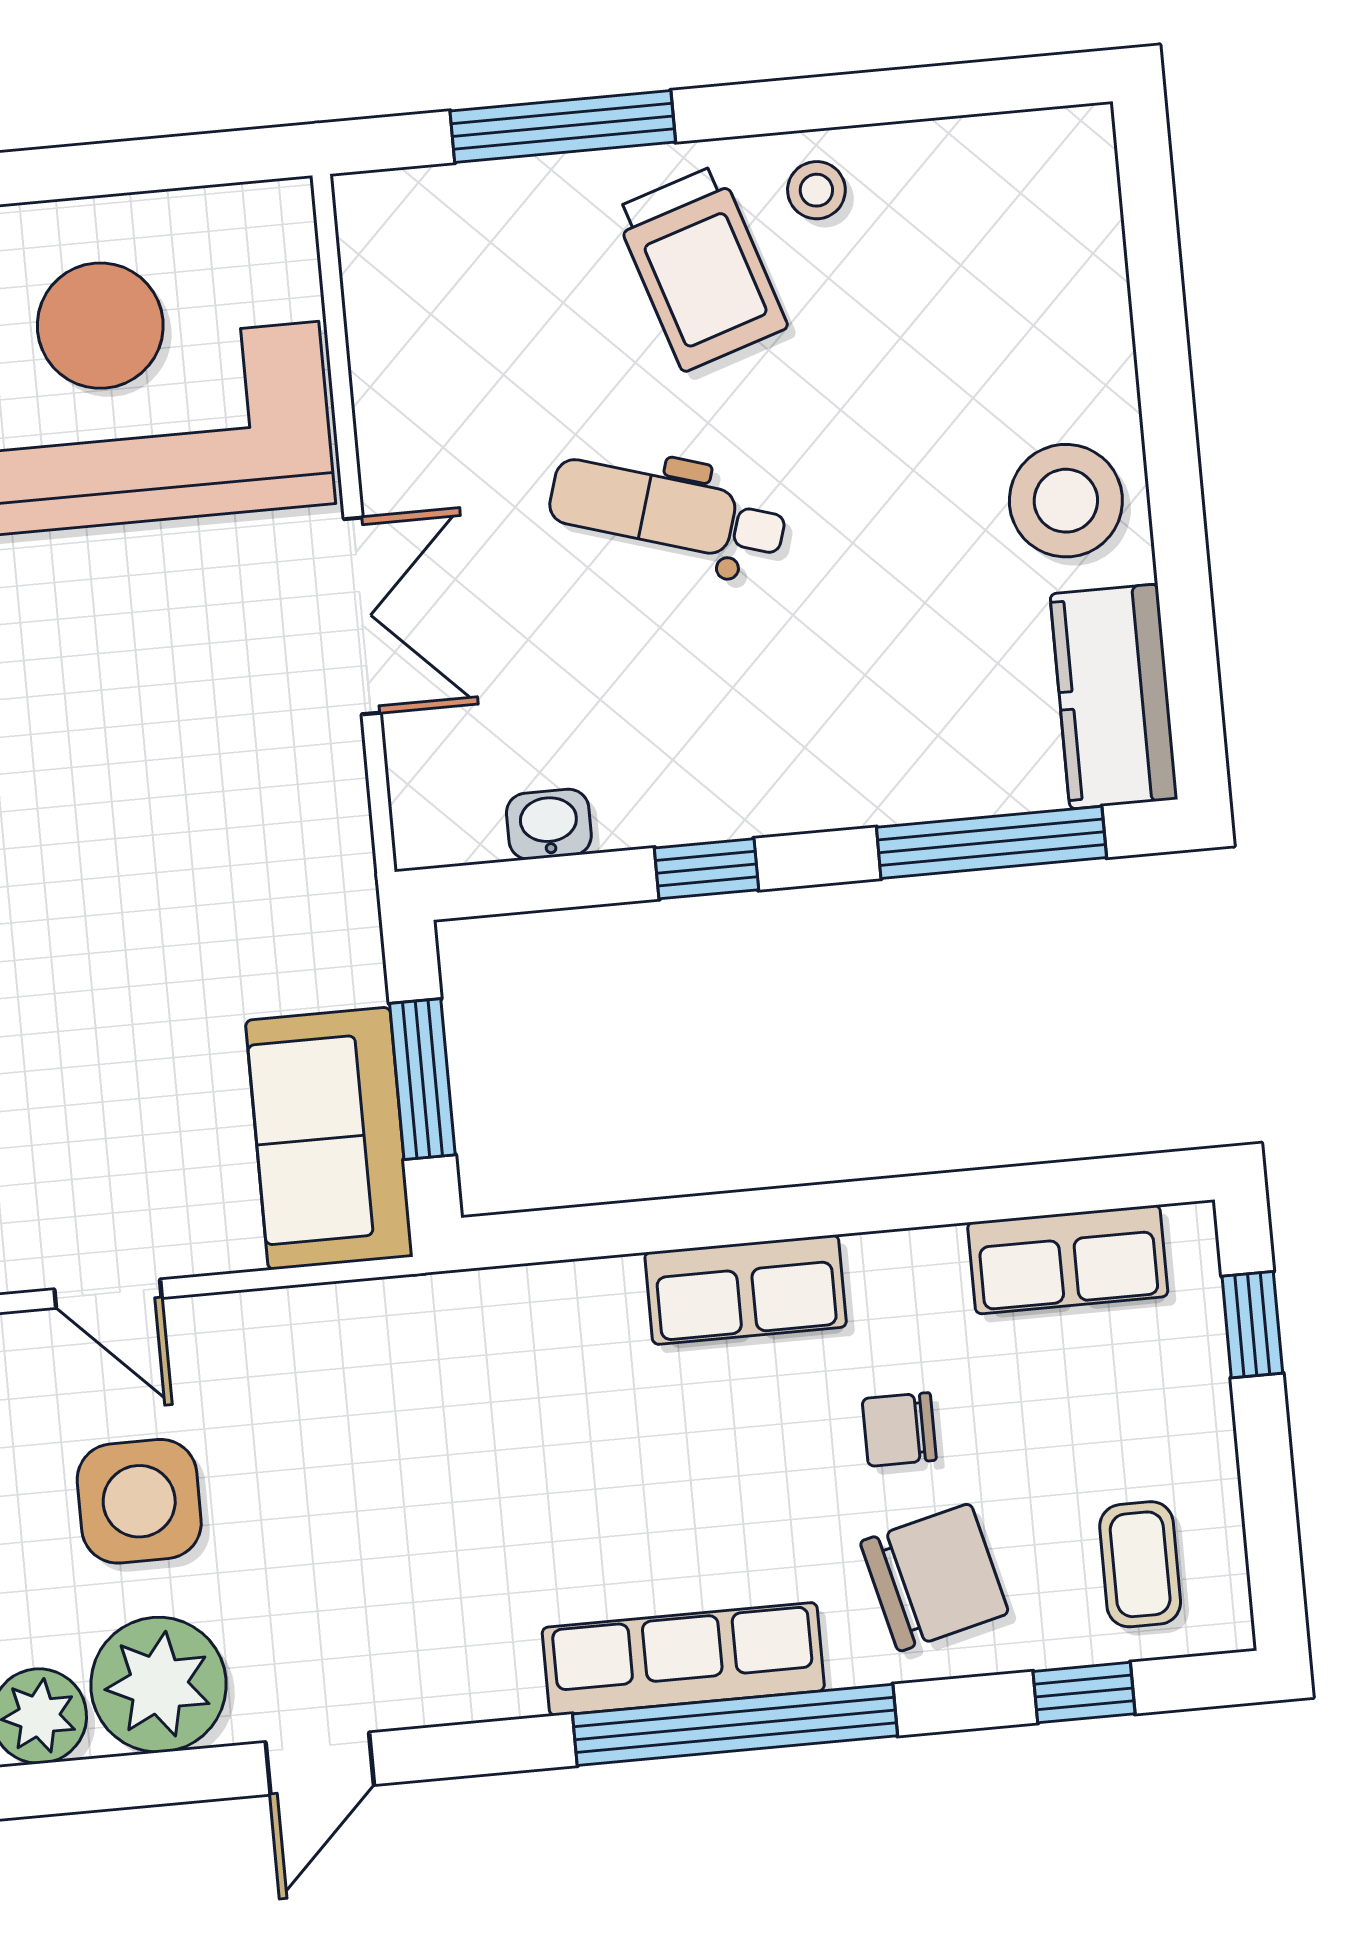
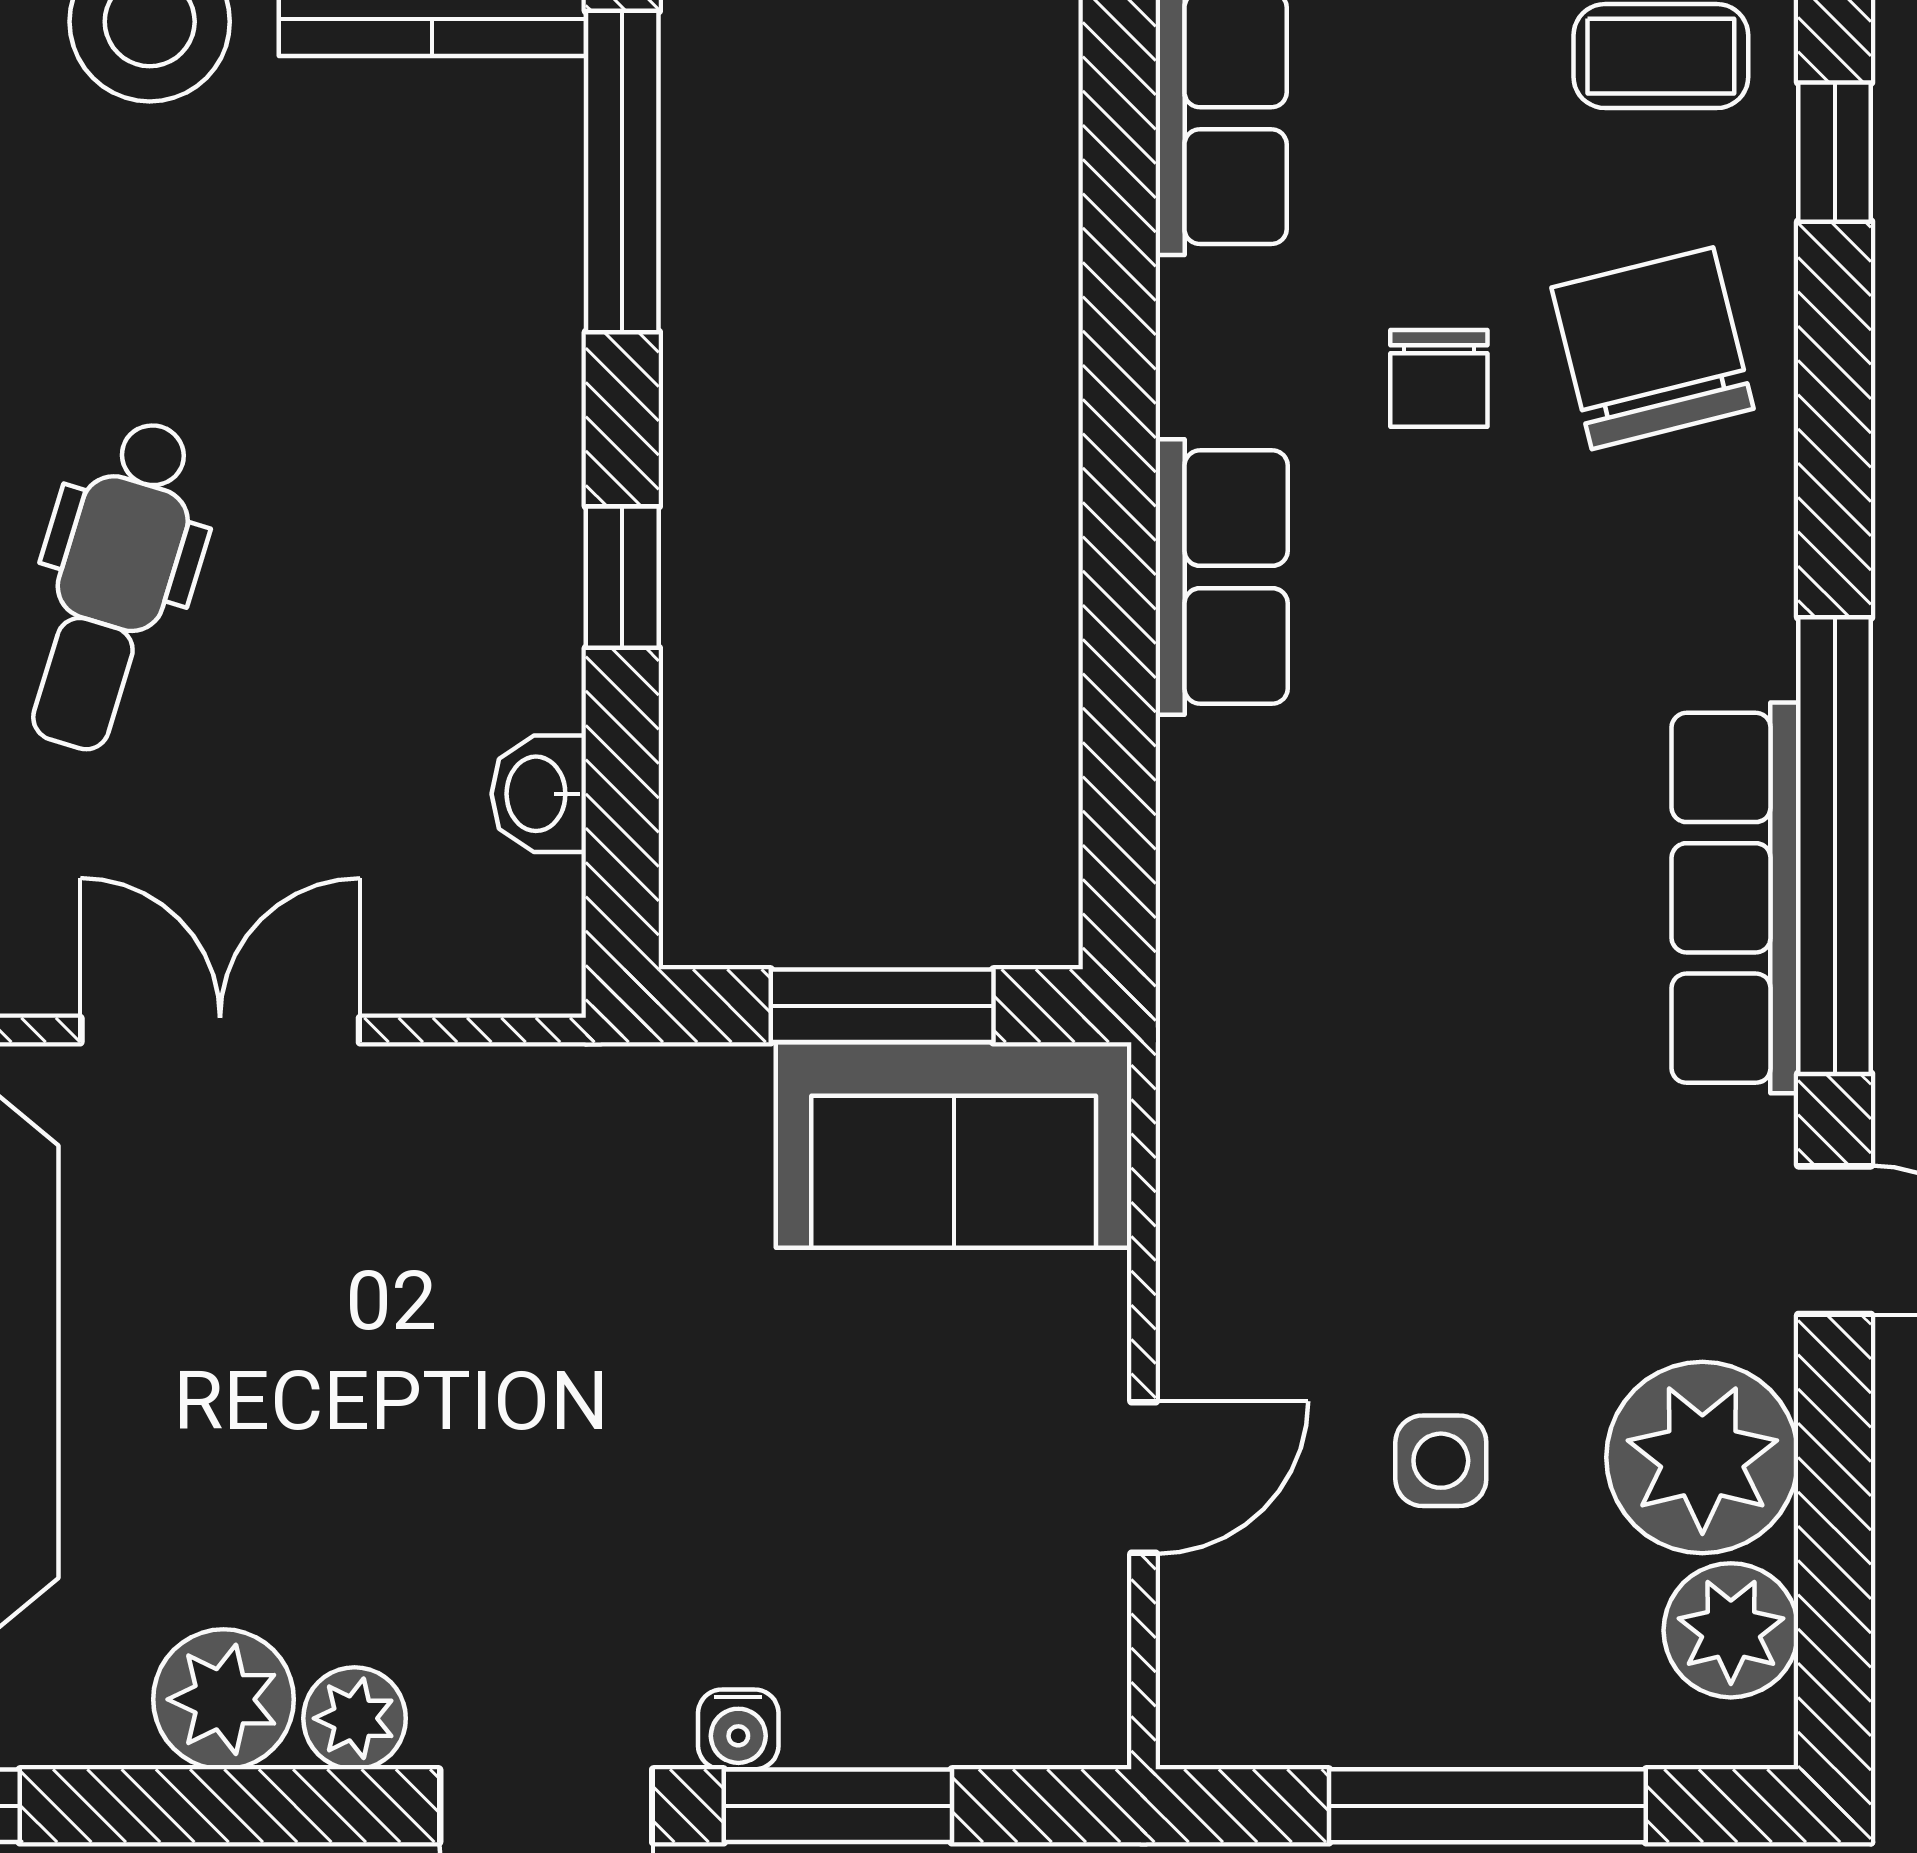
side table: (139, 1501) -> (1441, 1461), width x0.54, depth x0.54
row of seats: (683, 1659) -> (1735, 898), moved
window: (735, 1725) -> (1835, 846), moved

